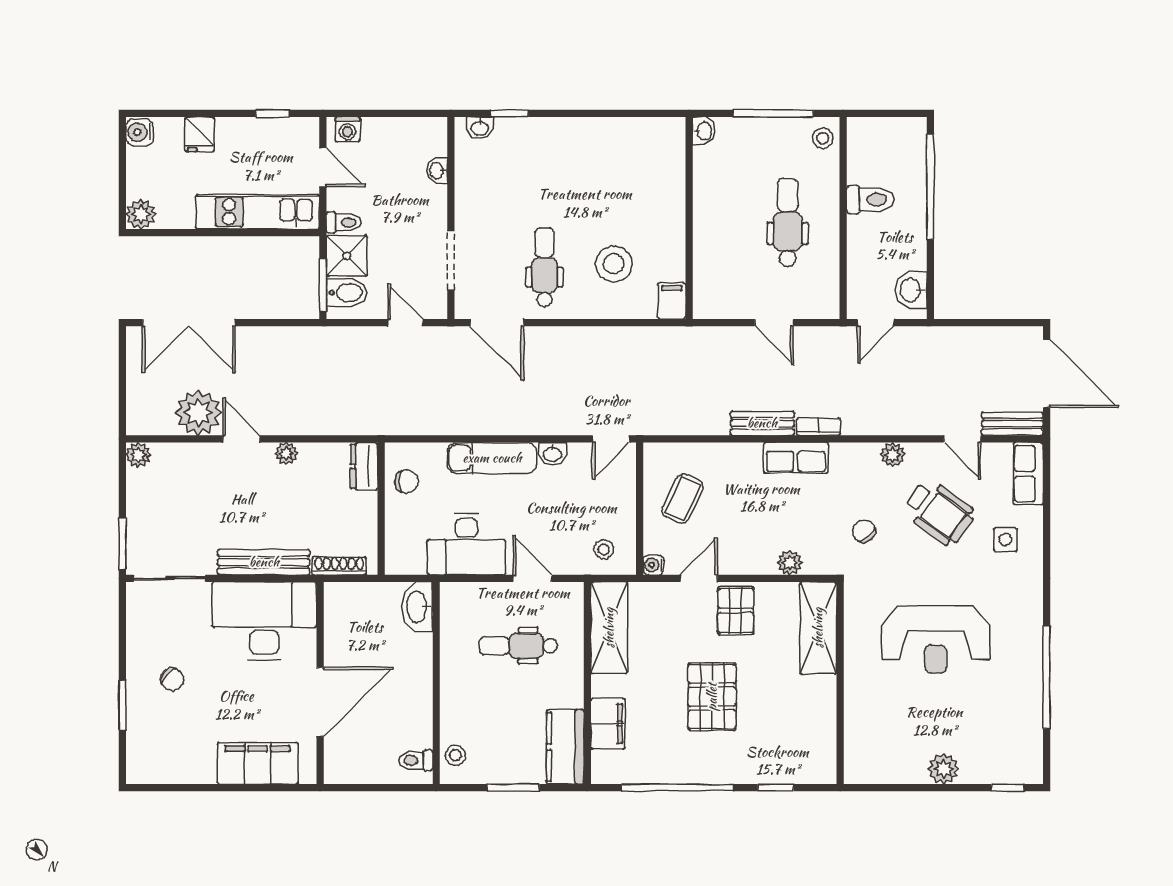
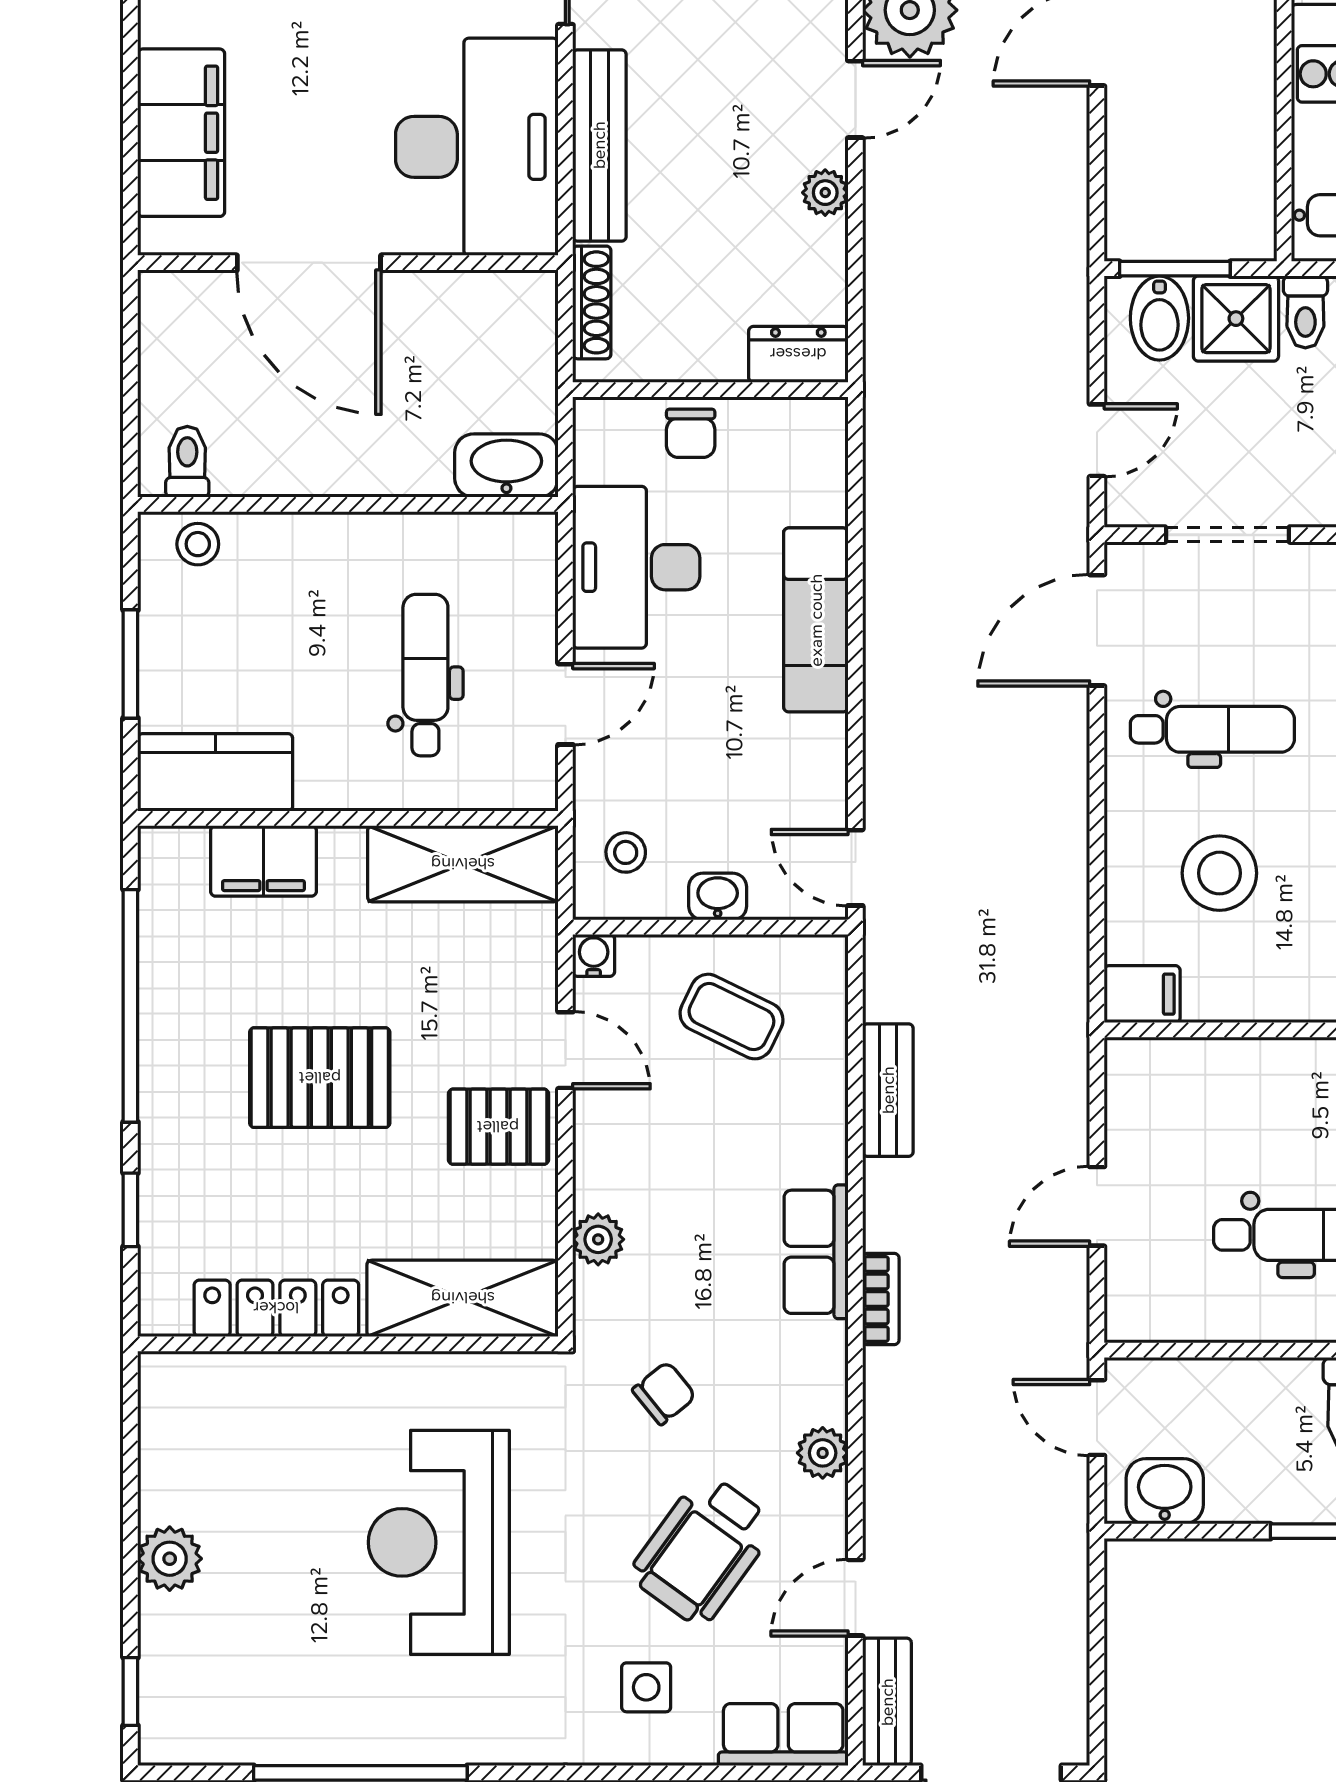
bench: (762, 423) -> (888, 1090), moved
washbasin: (552, 454) -> (718, 897), moved, turned 90
chair: (406, 482) -> (691, 433), moved
locker: (823, 717) -> (276, 1308), added

